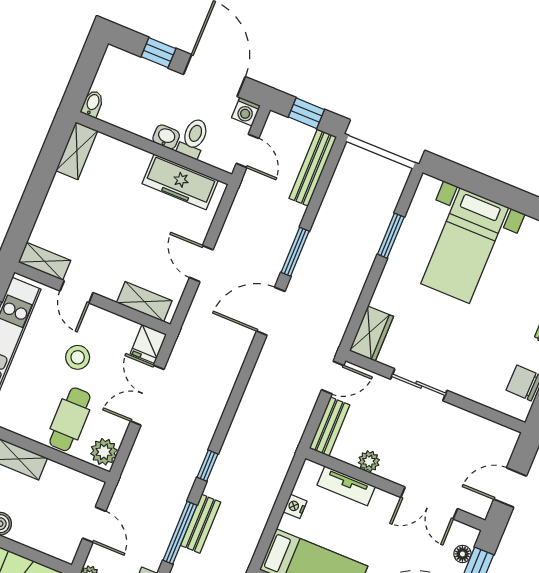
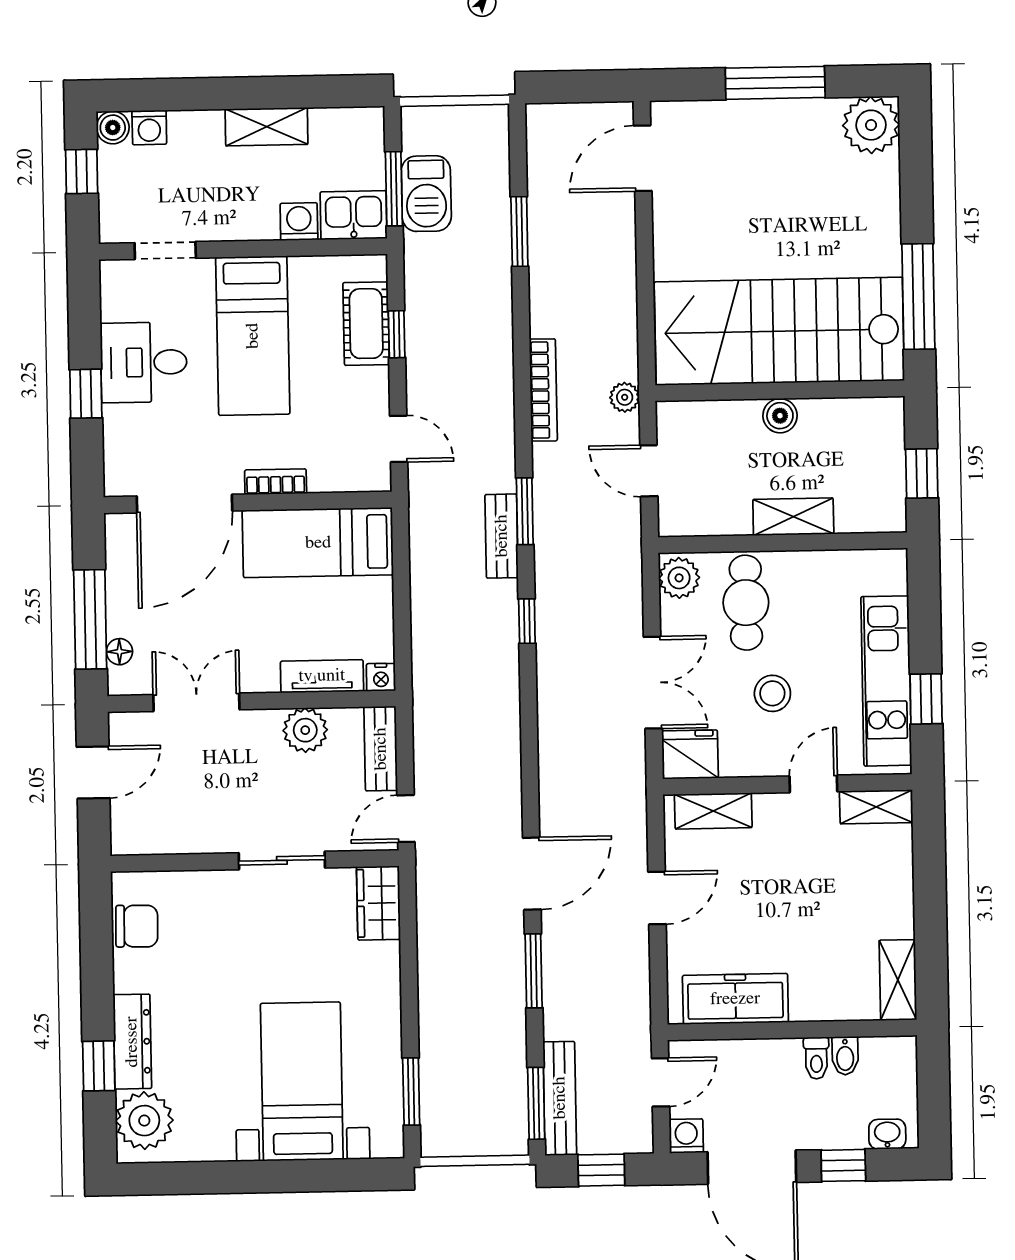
bidet: (92, 104) -> (845, 1056), moved
washbasin: (166, 137) -> (887, 1134), moved, turned 180
toilet: (193, 138) -> (816, 1058), moved, width x0.73, depth x0.72
door: (247, 151) -> (661, 1082), swing flipped
window: (328, 171) -> (536, 1103), added
window: (391, 236) -> (411, 1092), moved
door: (201, 264) -> (657, 898), hinge flipped
door: (77, 292) -> (813, 784), hinge flipped
fridge: (148, 344) -> (690, 754), width x1.38
plant: (369, 461) -> (305, 730), width x1.38, depth x1.38
nightstand: (295, 506) -> (381, 677), moved, turned 90
window: (180, 533) -> (525, 511), width x0.69

